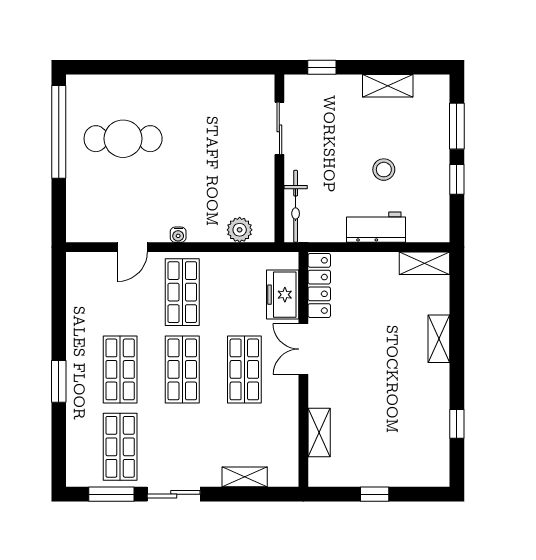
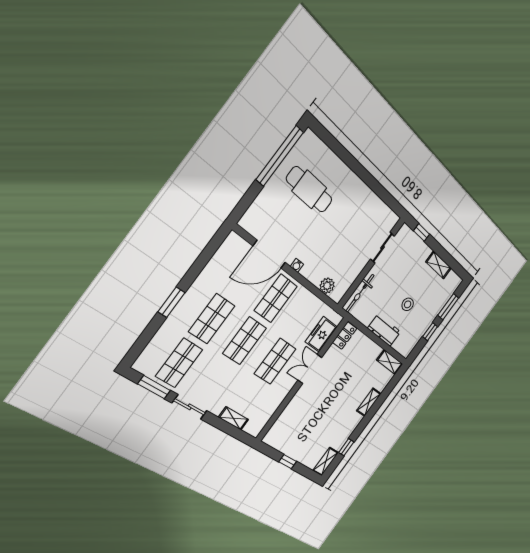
door: (132, 247) -> (269, 254), width x1.87
locker: (319, 285) -> (345, 335), width x0.66
shelving: (319, 432) -> (326, 462), moved

